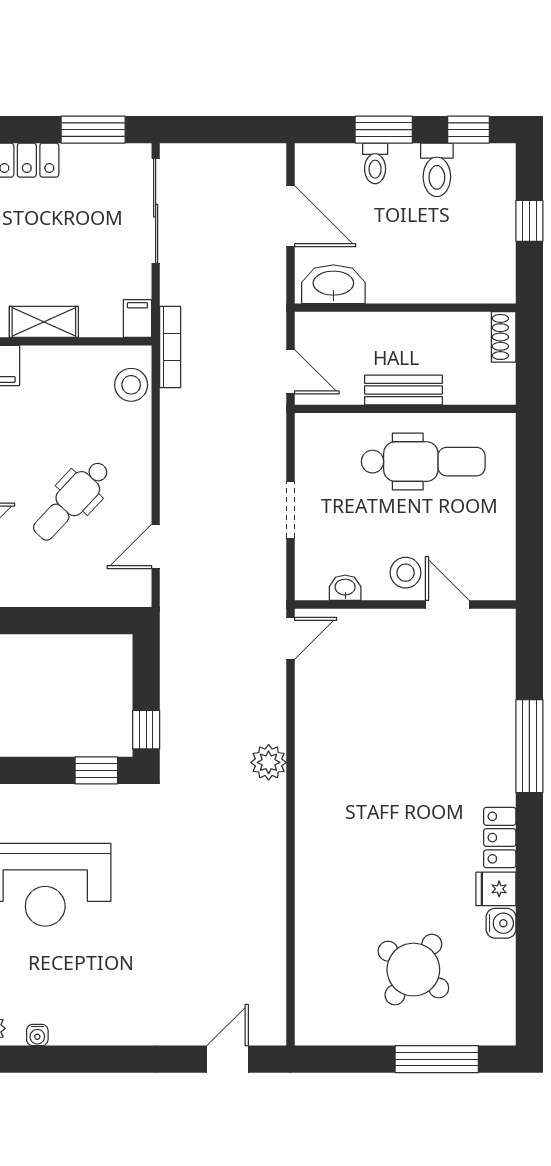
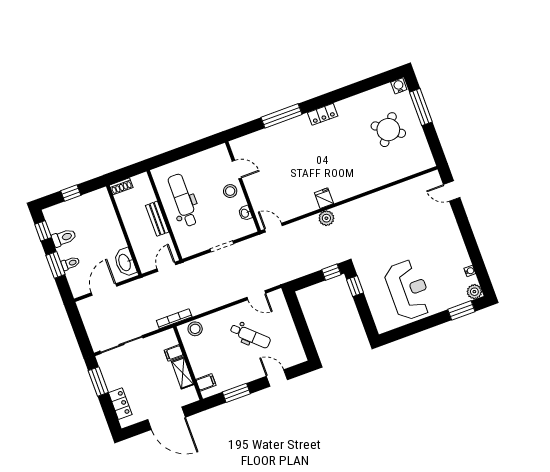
filing cabinet: (137, 319) -> (174, 353), moved
door: (447, 605) -> (237, 170), swing flipped
fridge: (496, 889) -> (324, 198), moved, turned 180
water cooler: (501, 923) -> (399, 86), moved

